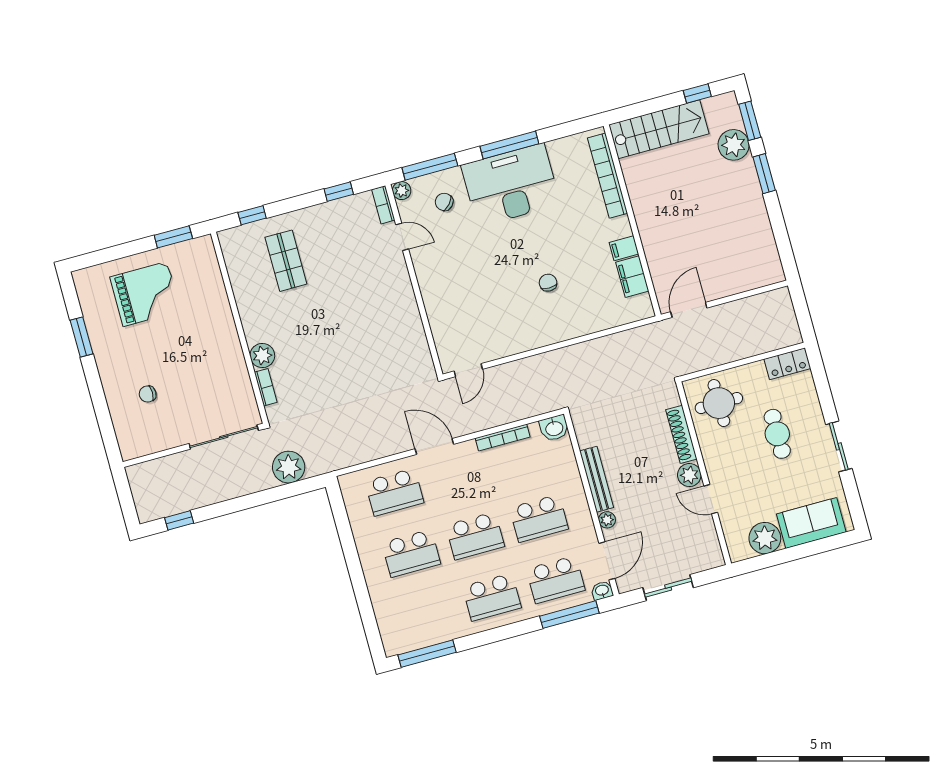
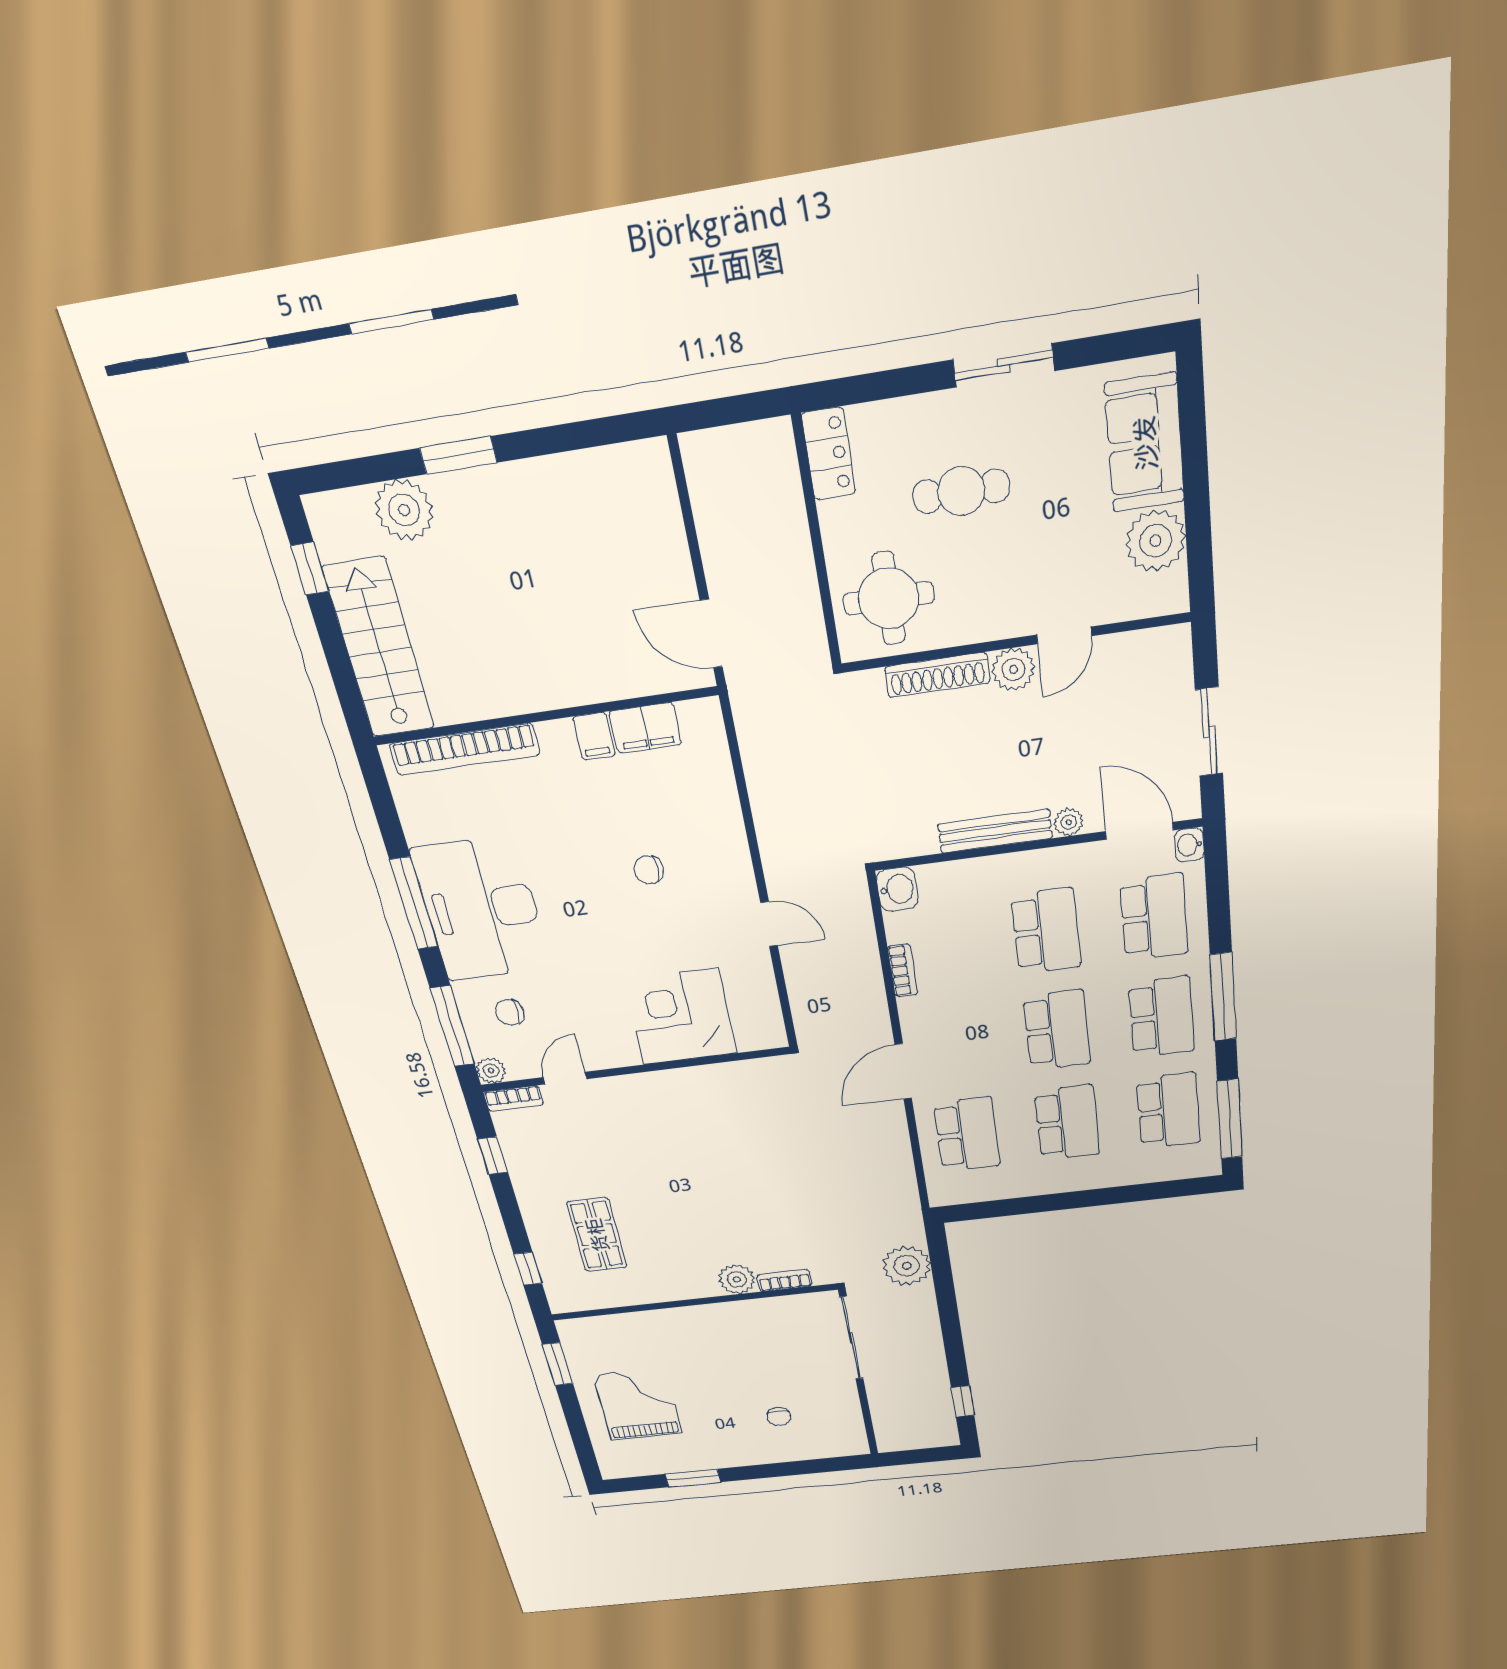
window: (750, 121) -> (357, 472), removed
chair: (444, 202) -> (510, 1012), turned 48
shop shelf: (286, 261) -> (597, 1235), turned 90
corner desk: (454, 307) -> (681, 1017), added
door: (468, 370) -> (769, 924), moved
bookcase: (503, 438) -> (903, 970), width x0.64
school desk: (428, 615) -> (1169, 1111), added
window: (569, 615) -> (1223, 997), moved

